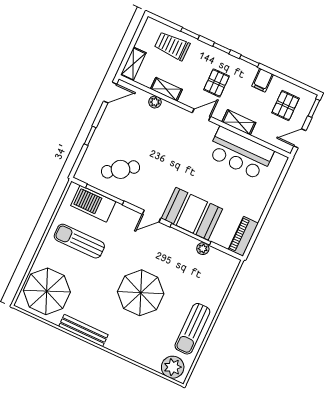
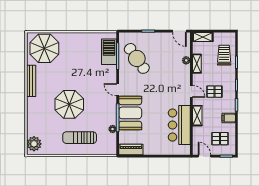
cafe table: (121, 169) -> (137, 58), width x1.37, depth x1.35
sun lounger: (79, 241) -> (83, 54), removed
sun lounger: (192, 329) -> (80, 138), moved

